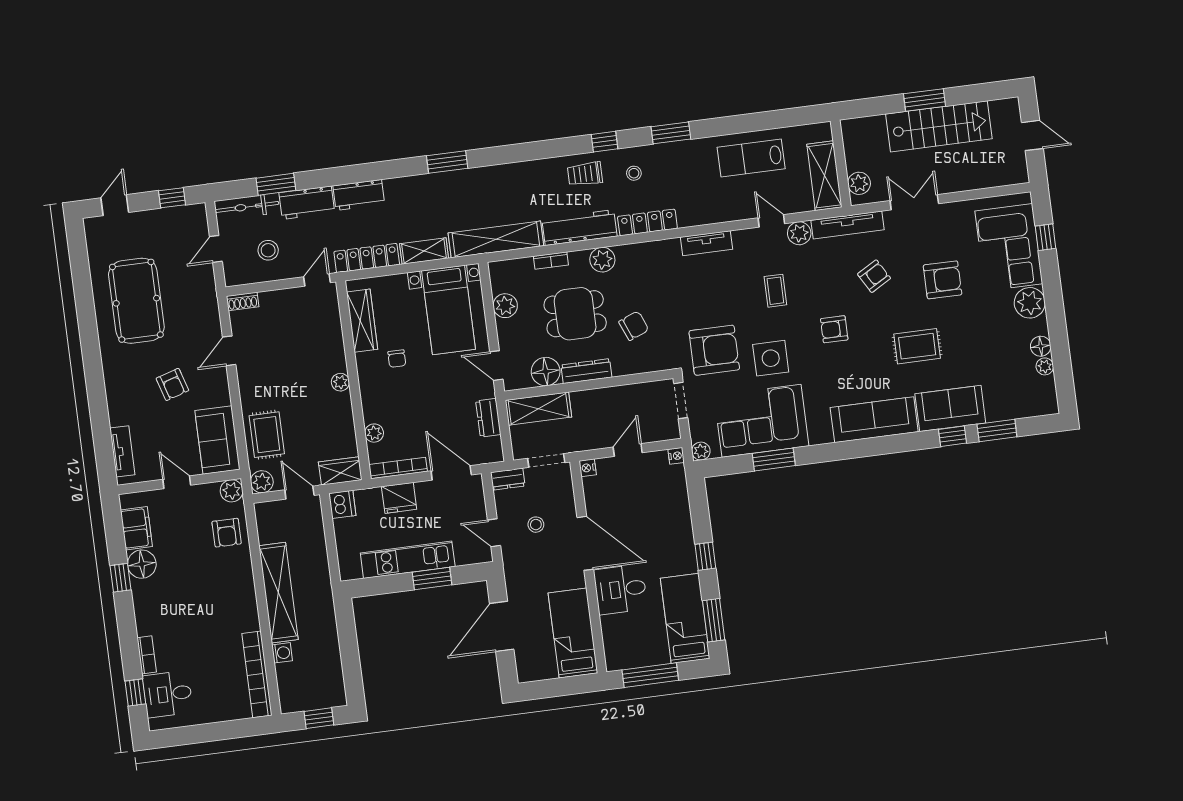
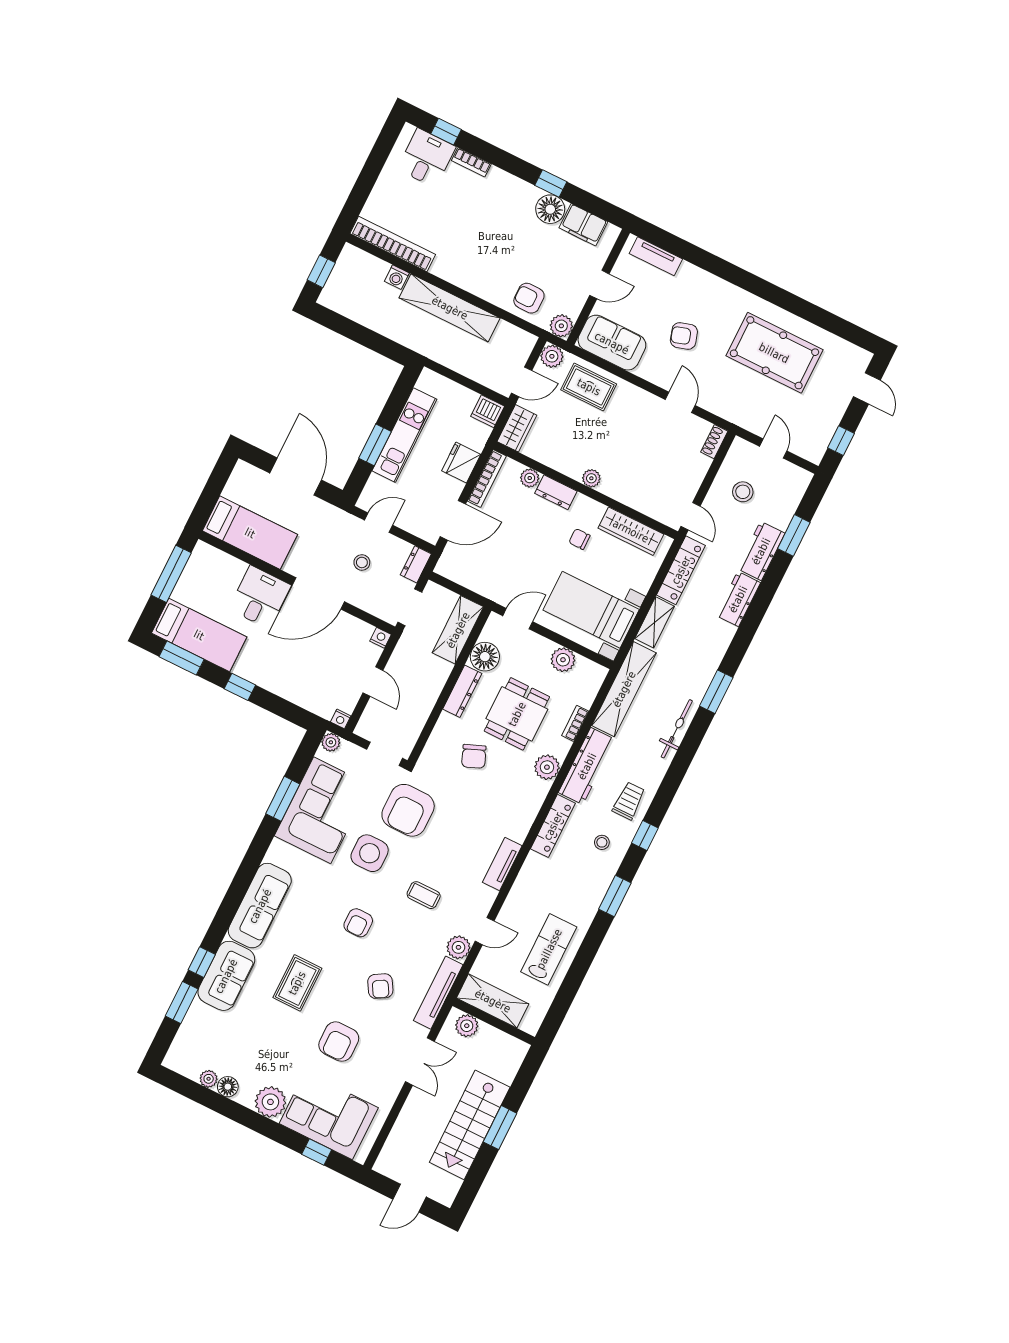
bicycle: (247, 207) -> (677, 729), moved
armchair: (834, 329) -> (358, 923), turned 180
dresser: (488, 418) -> (556, 492), moved, turned 180

